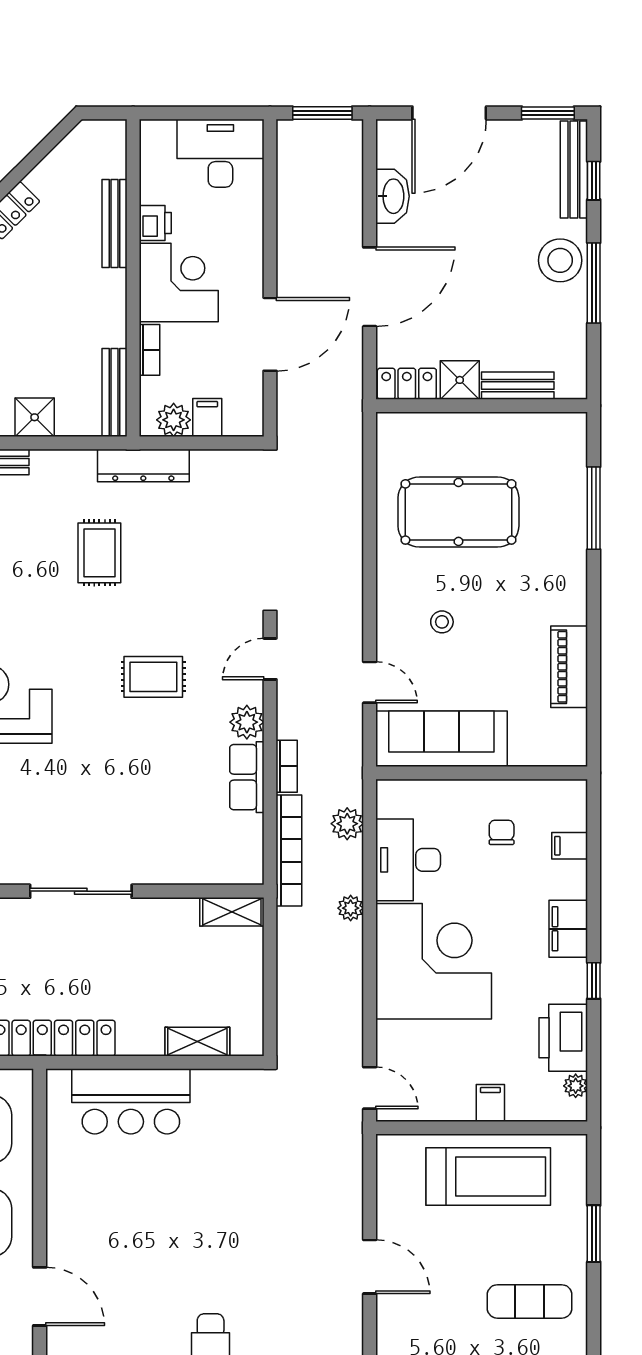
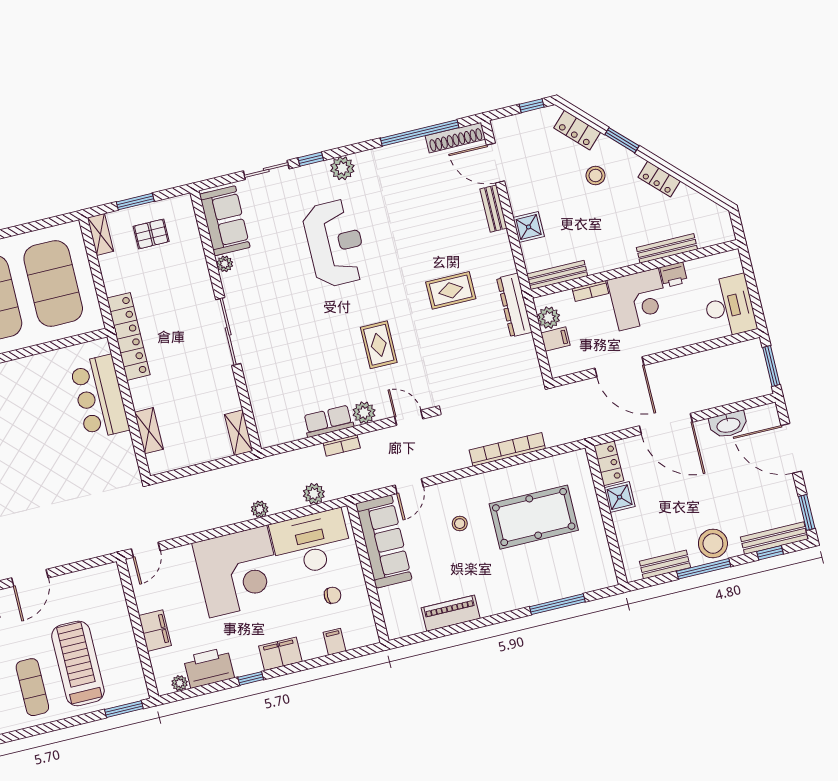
bench: (518, 386) -> (665, 564), moved, turned 90
pool table: (458, 512) -> (534, 517), turned 90
bookcase: (289, 850) -> (507, 449), moved, turned 180
desk: (408, 860) -> (311, 543), width x1.36, depth x1.30
filing cabinet: (490, 1103) -> (155, 631), width x2.00
treadmill: (488, 1176) -> (78, 663), moved, turned 180
window: (594, 1234) -> (124, 709), moved

